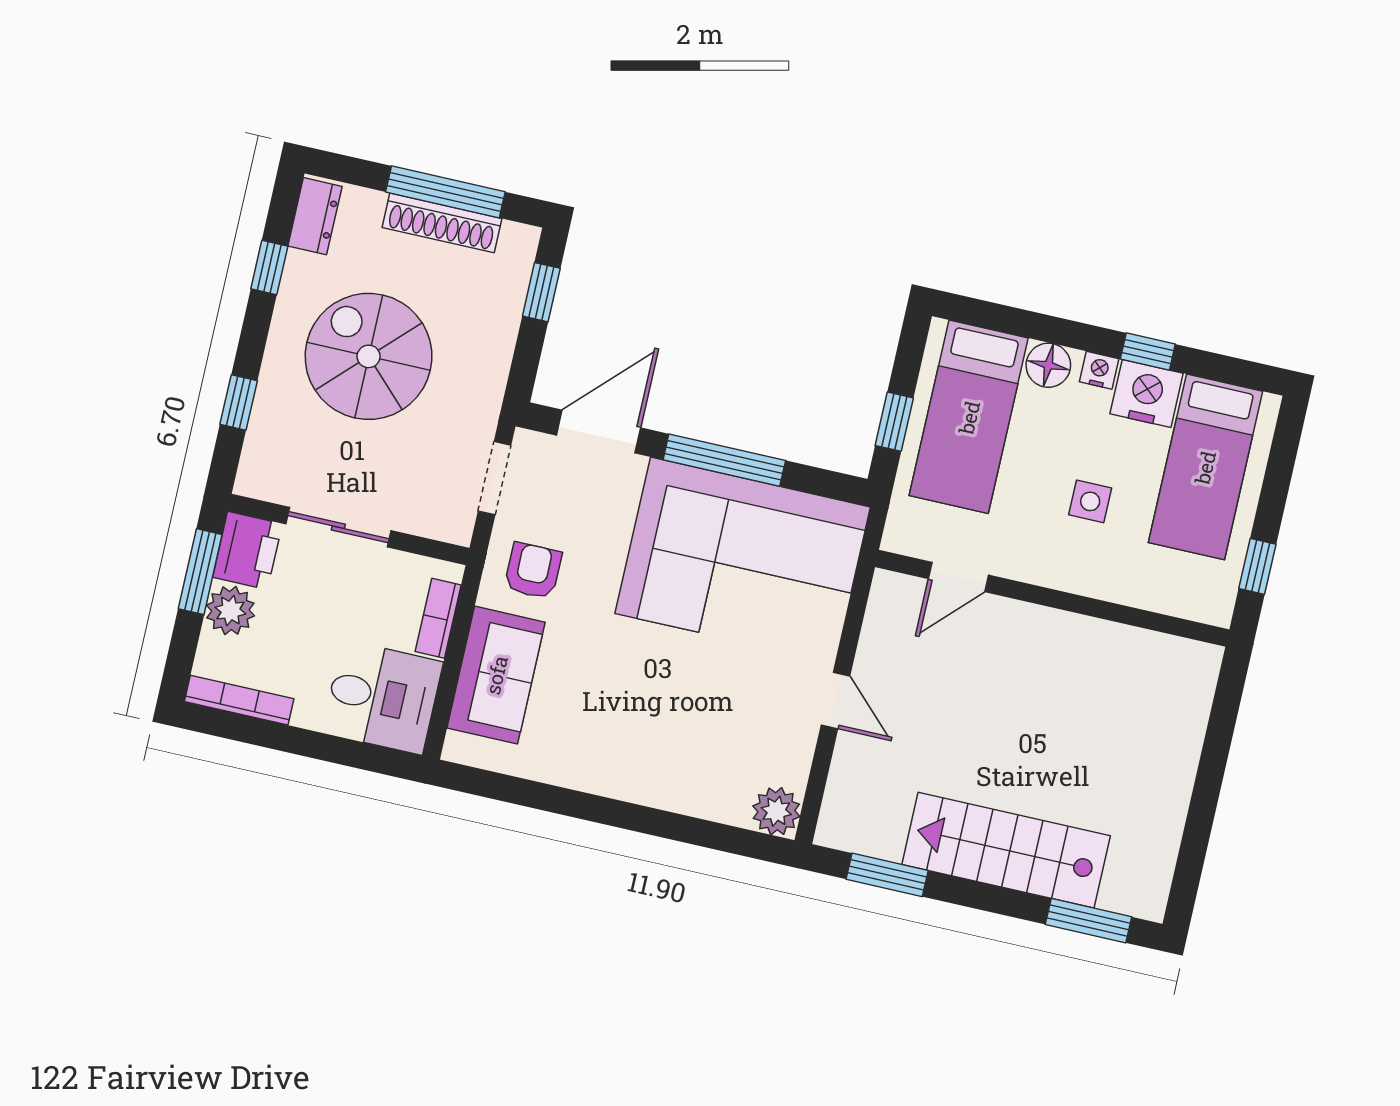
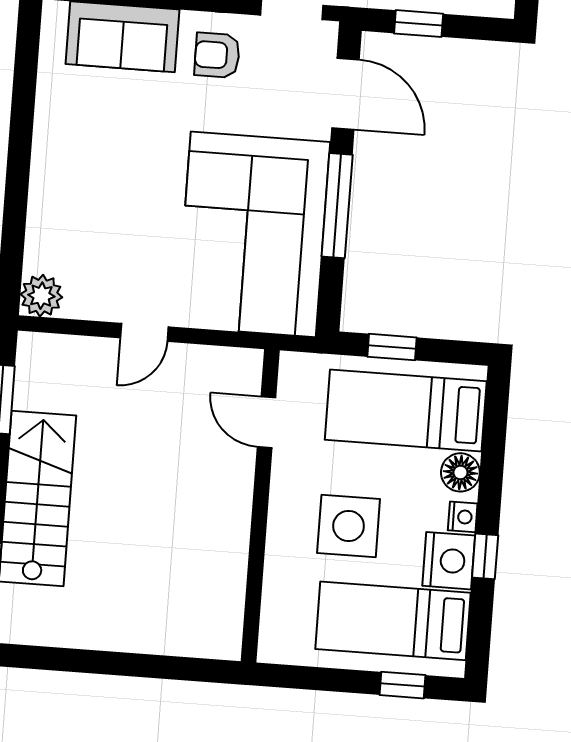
window: (541, 292) -> (419, 24), moved
side table: (1090, 501) -> (349, 526), width x1.87, depth x1.87
window: (1257, 566) -> (403, 685), moved
armchair: (533, 571) -> (217, 55), turned 180

